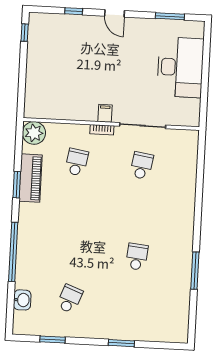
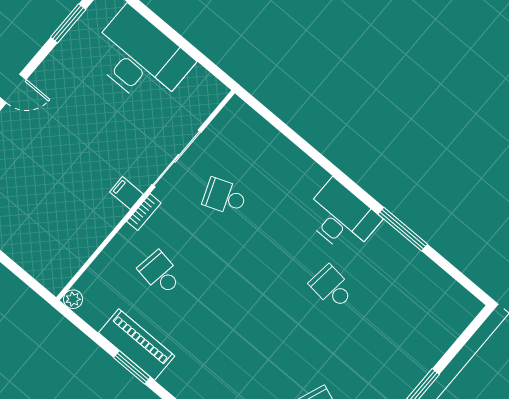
plant: (34, 133) -> (73, 299), width x0.53, depth x0.53
school desk: (142, 166) -> (225, 197), turned -30
desk: (177, 234) -> (341, 217), added

